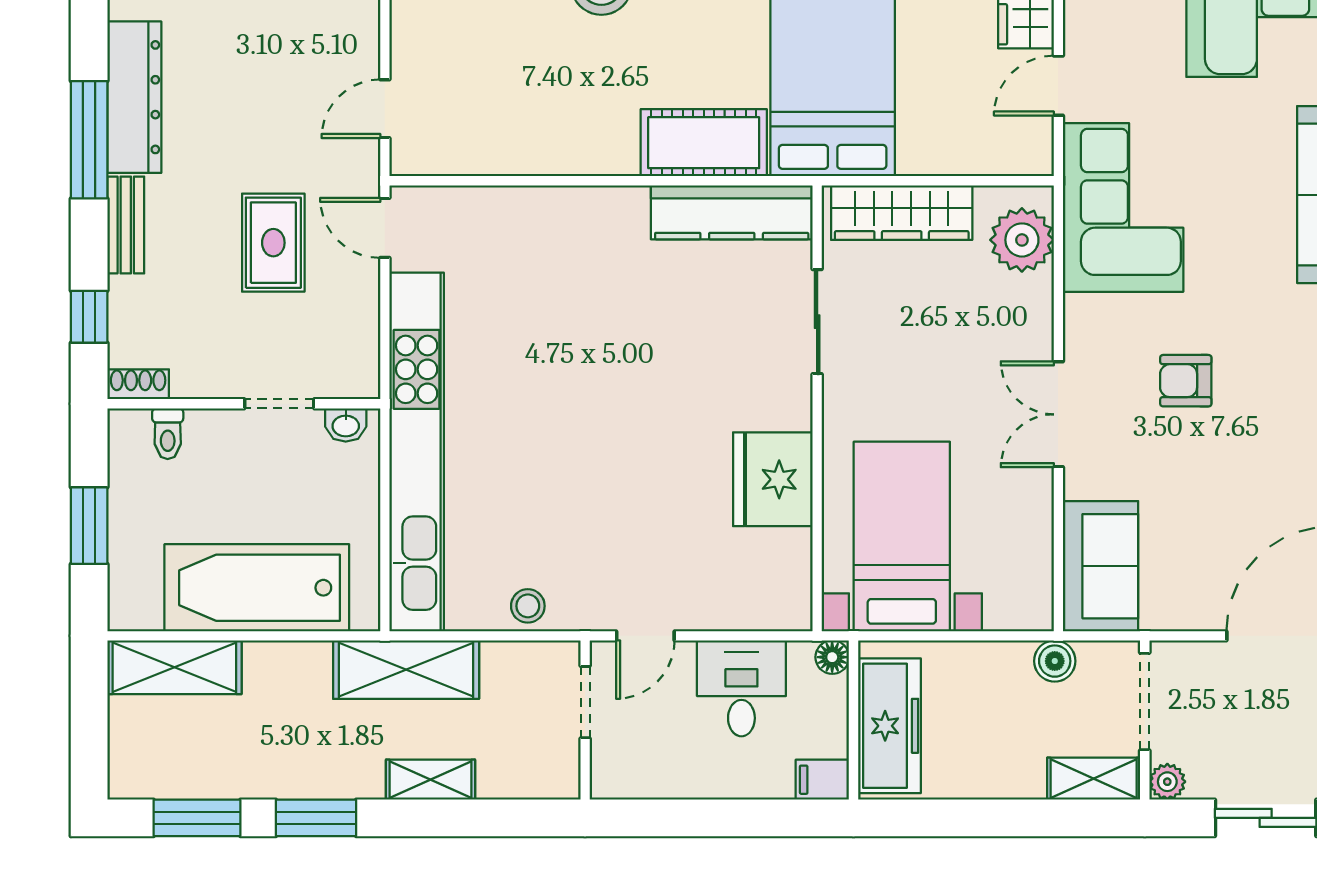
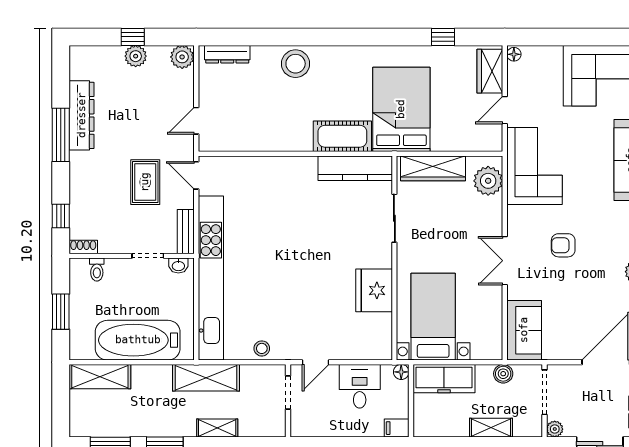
bench: (126, 225) -> (186, 232), moved
freezer: (889, 726) -> (444, 379), moved, turned 90
shelving: (1094, 779) -> (491, 428), moved

